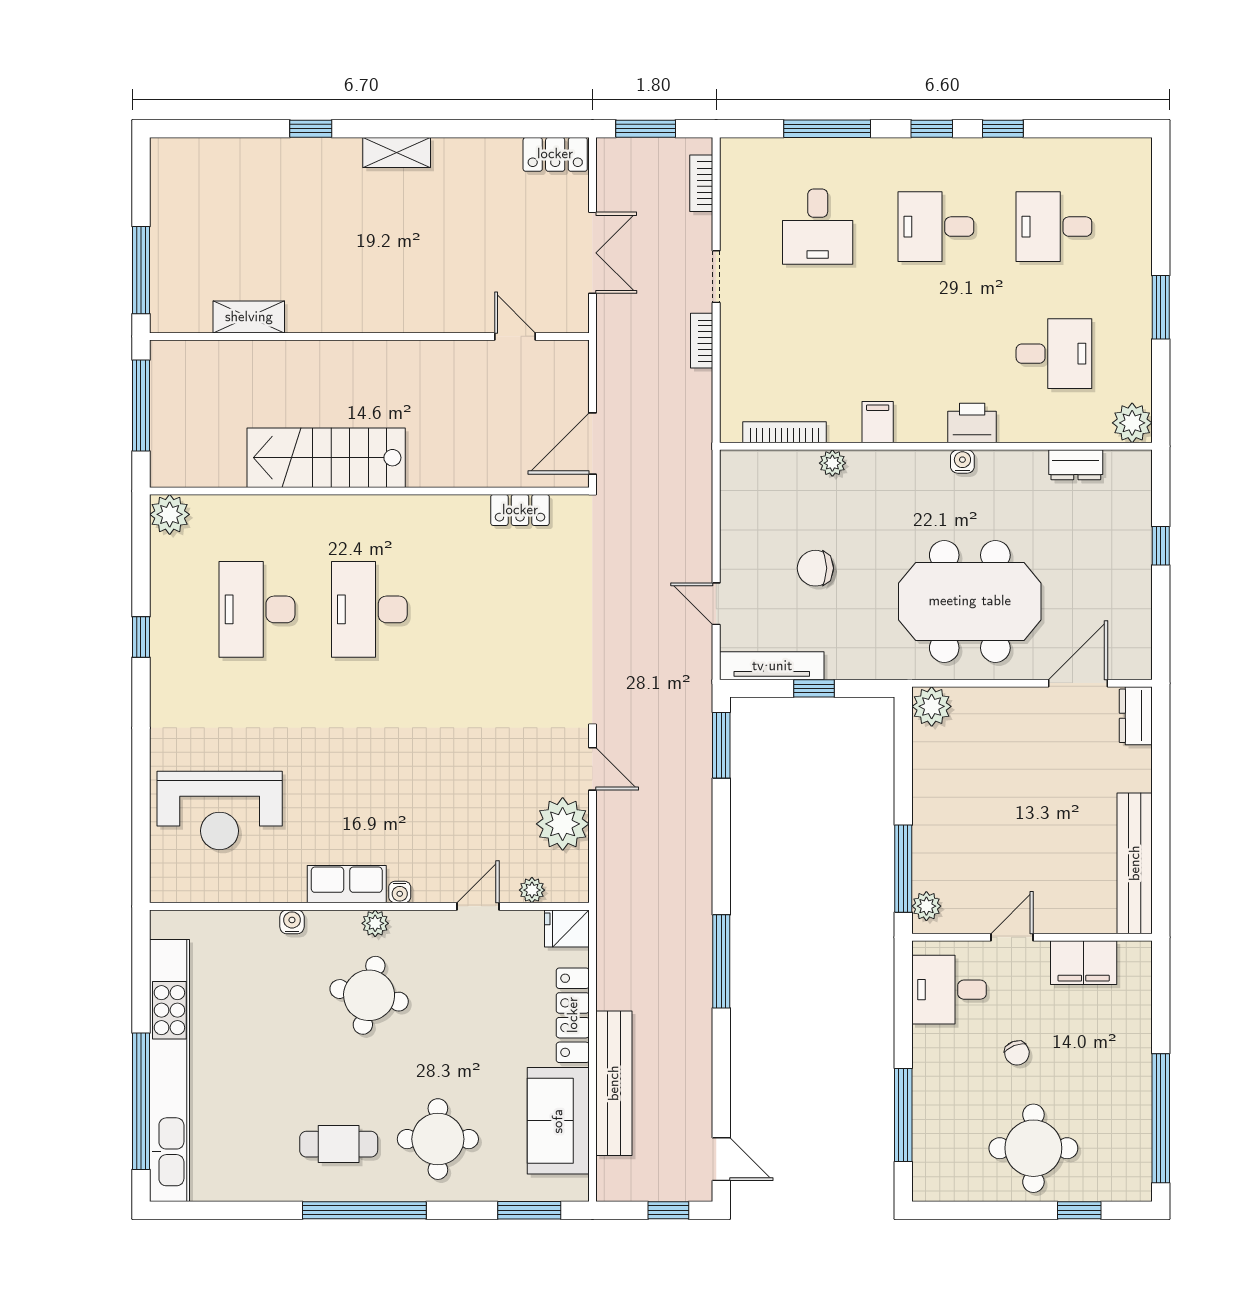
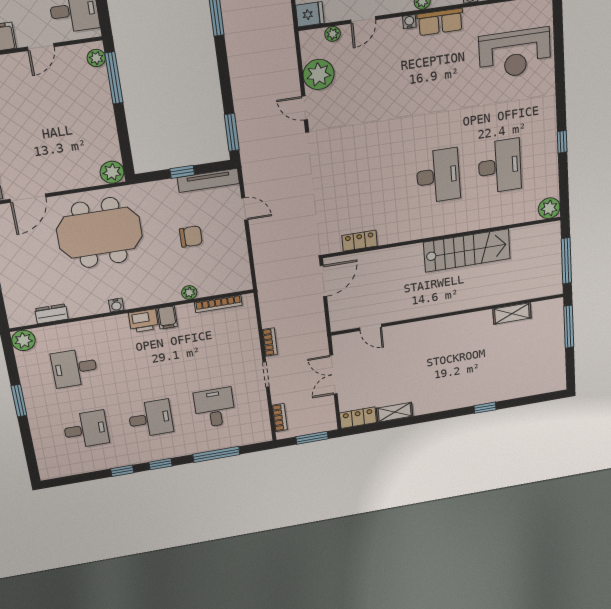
shelving: (397, 152) -> (395, 412), moved
printer: (972, 423) -> (143, 321), moved
reception desk: (220, 810) -> (515, 53), turned 180

